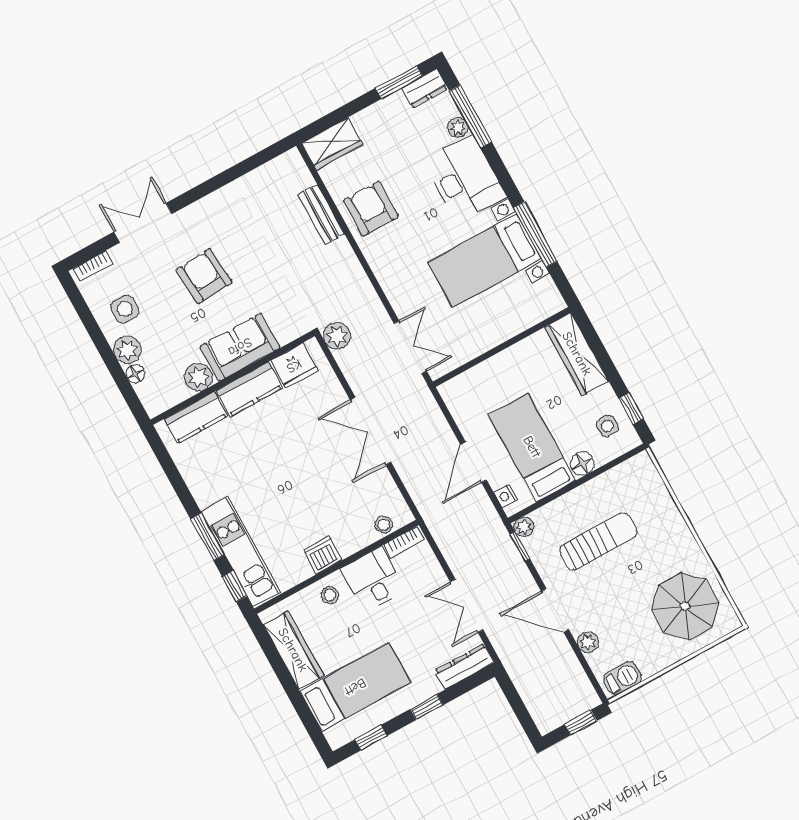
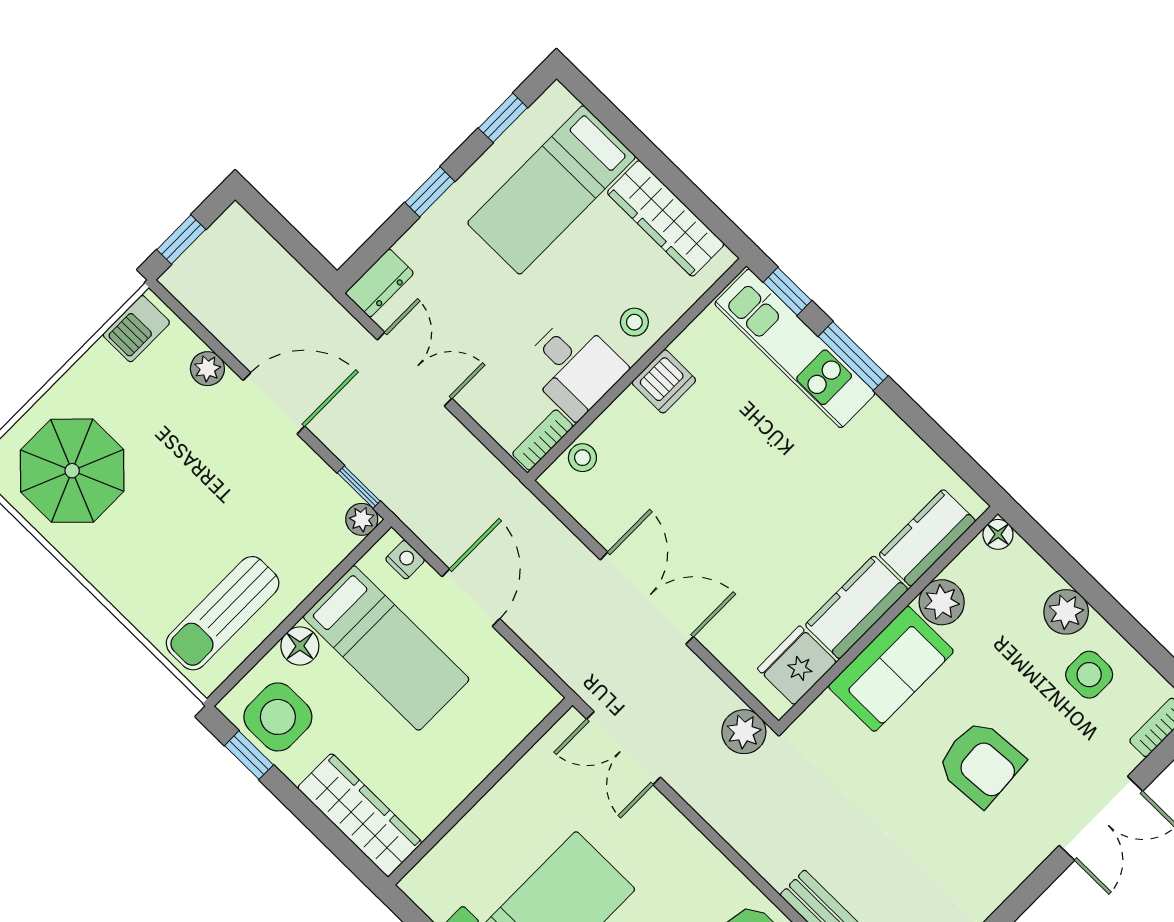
floor lamp: (135, 374) -> (998, 534), moved
side table: (607, 426) -> (278, 717), width x1.87, depth x1.87
sun lounger: (598, 541) -> (223, 613), moved
dresser: (465, 666) -> (379, 283), width x0.70

